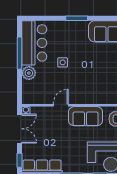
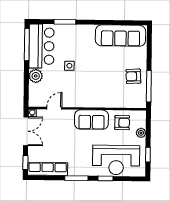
window: (77, 18) -> (65, 22), moved
window: (20, 53) -> (27, 45), moved
door: (61, 105) -> (54, 108), moved

